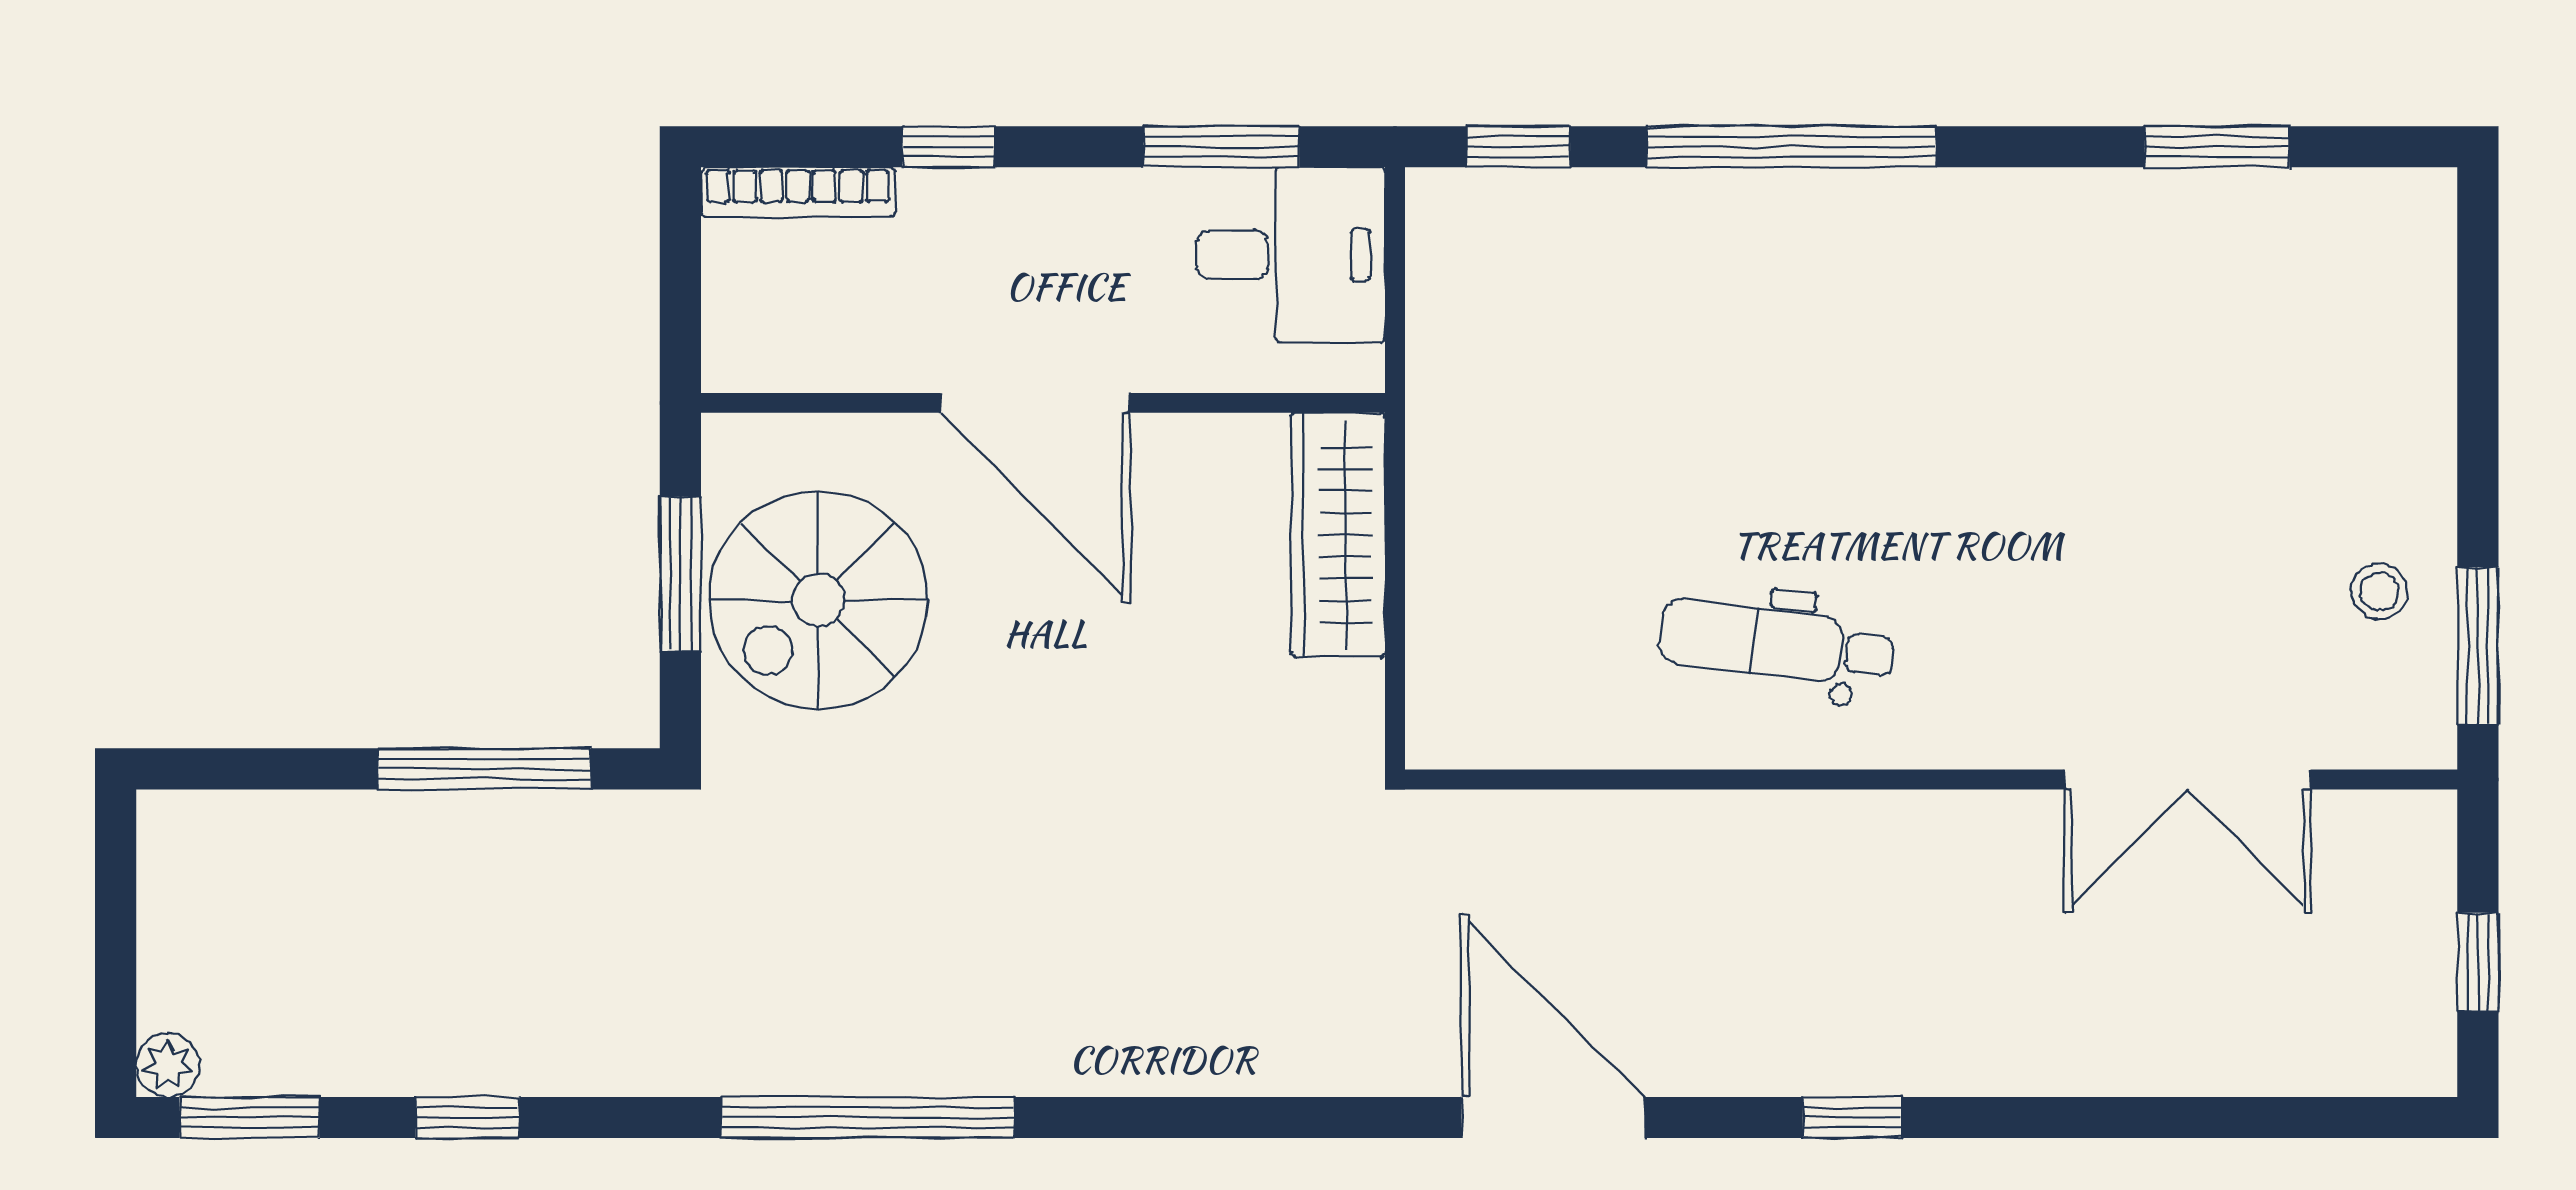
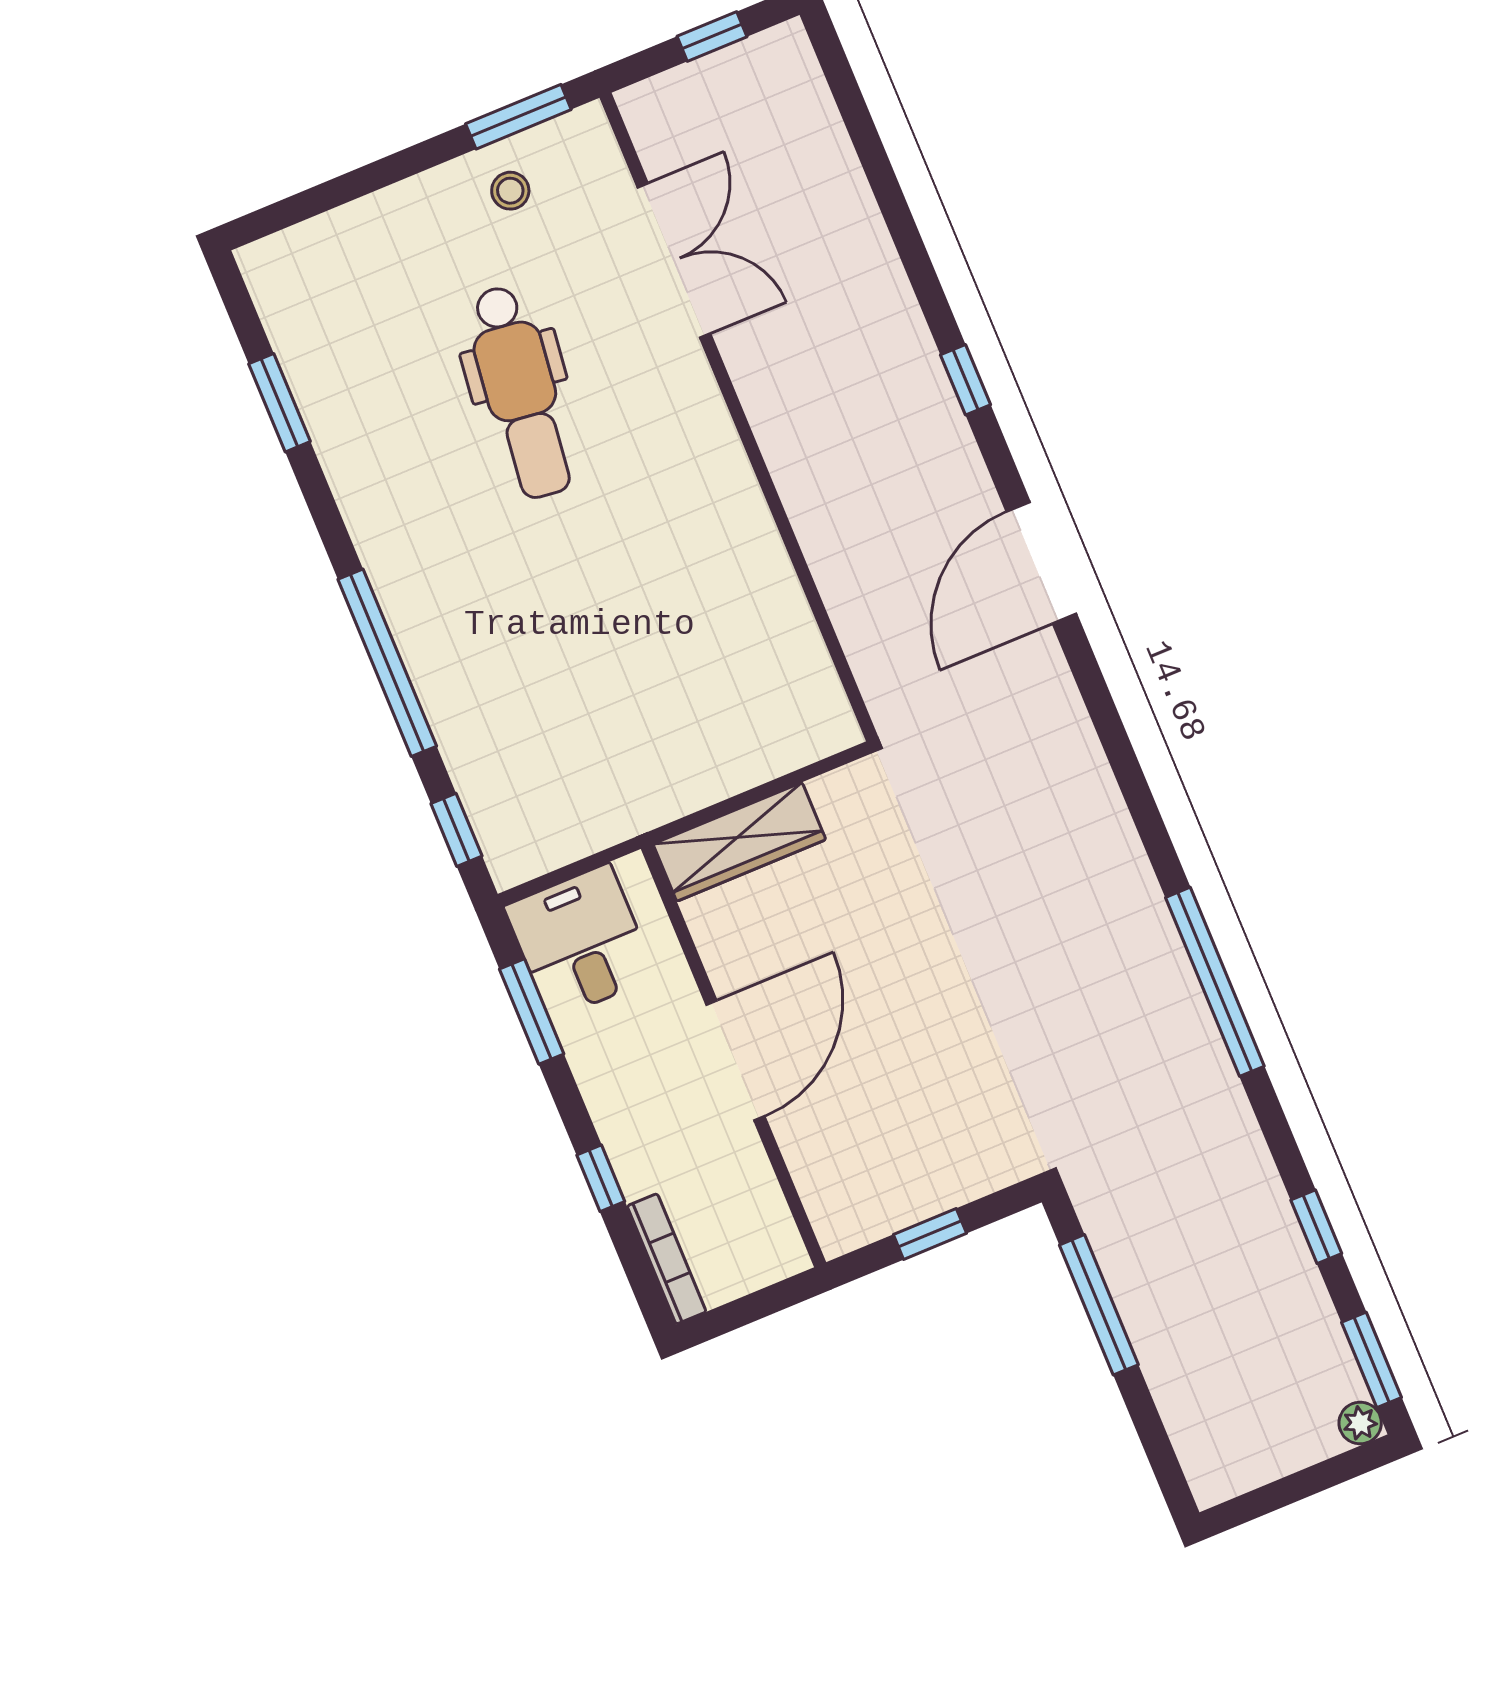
window: (680, 574) -> (930, 1234), width x0.67
spiral stairs: (818, 600) -> (911, 1143), removed
dental chair: (1777, 643) -> (521, 392), moved, width x1.36, depth x1.38

